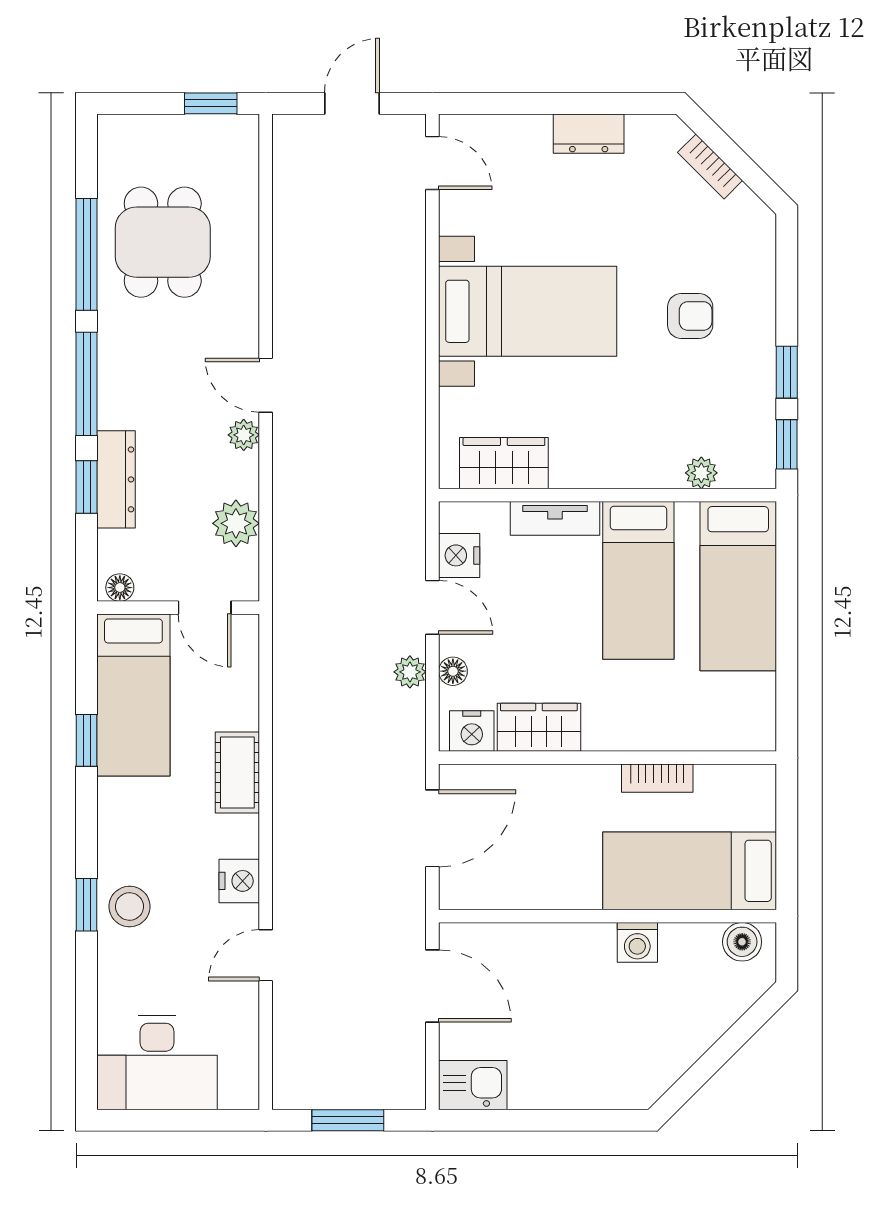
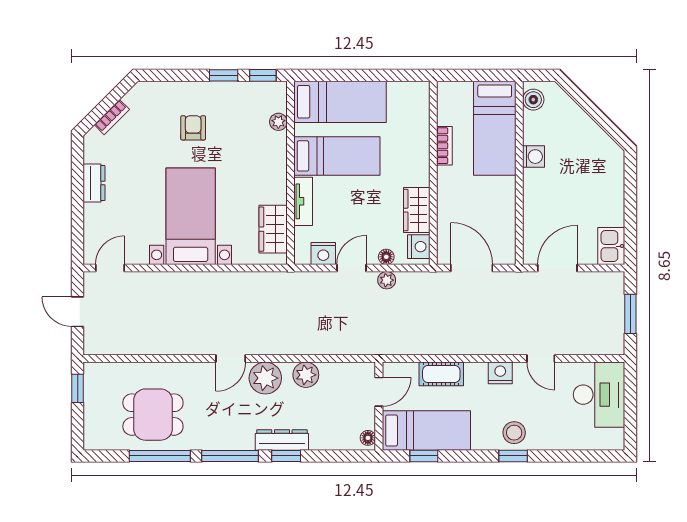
plant: (244, 435) -> (265, 378), width x1.88, depth x1.88
floor lamp: (120, 588) -> (368, 438), moved
wall: (178, 608) -> (379, 406), moved
door: (205, 608) -> (379, 392), moved
bed: (133, 695) -> (426, 430), moved
desk: (157, 1063) -> (599, 395), moved

